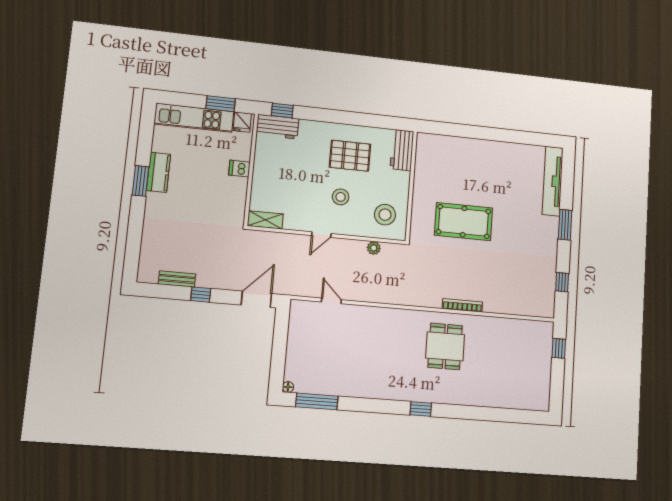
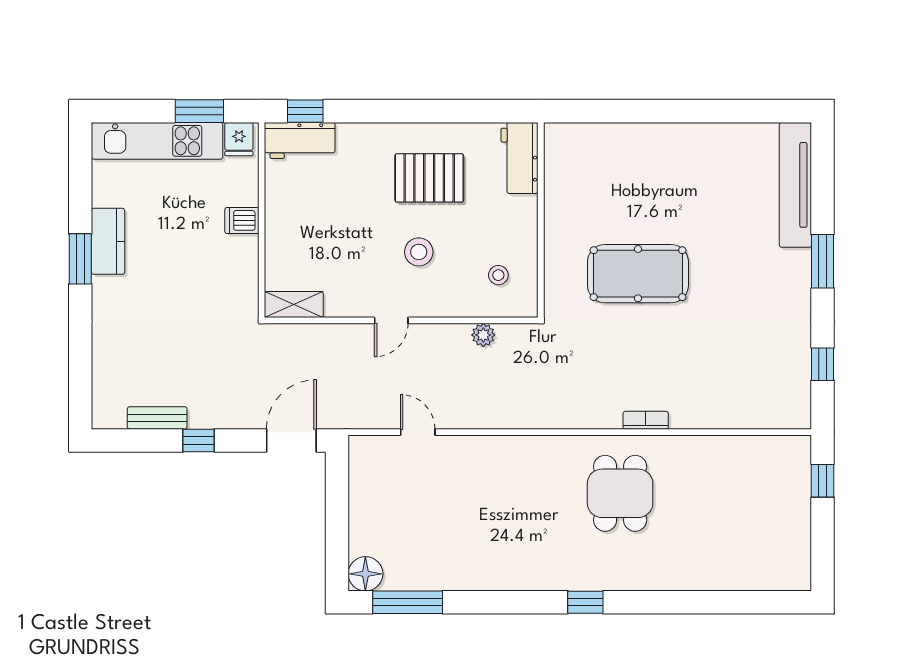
stool: (385, 215) -> (498, 275), width x0.53, depth x0.53
bookcase: (462, 305) -> (646, 420), width x0.64
floor lamp: (288, 387) -> (365, 574), width x1.89, depth x1.89

